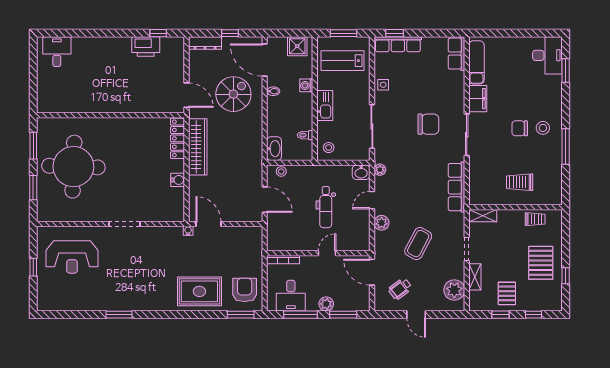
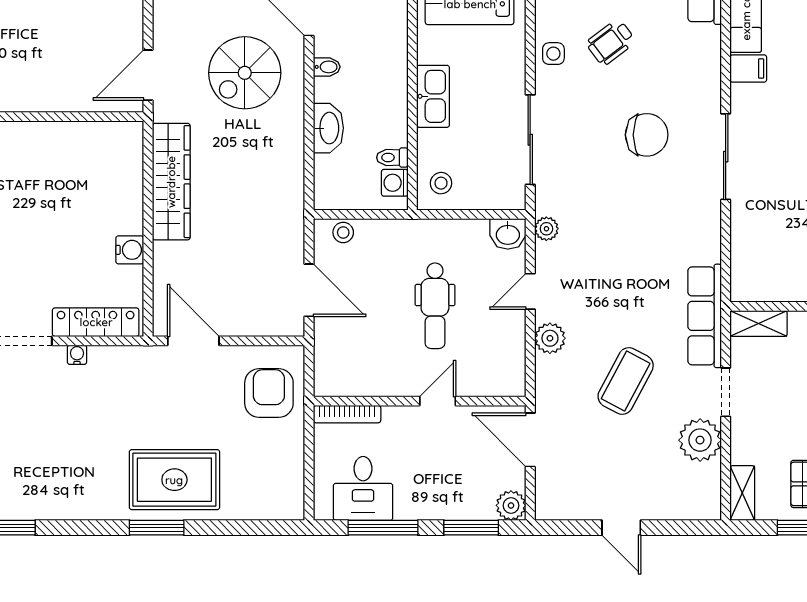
washing machine: (306, 85) -> (395, 183), moved
spiral stairs: (233, 94) -> (245, 73), turned 180
door: (187, 95) -> (148, 75), swing flipped
filing cabinet: (478, 99) -> (748, 68), width x0.50
locker: (178, 138) -> (96, 322), moved, turned 90
washbasin: (274, 149) -> (328, 128), moved
row of seats: (457, 187) -> (705, 316), moved
water cooler: (188, 231) -> (77, 355), moved
shelving: (475, 277) -> (742, 493), moved
wheelchair: (400, 289) -> (611, 42), moved
armchair: (245, 290) -> (269, 393), moved
plant: (454, 290) -> (700, 440), moved
plant: (326, 304) -> (511, 505), moved
window: (241, 315) -> (157, 528), moved

